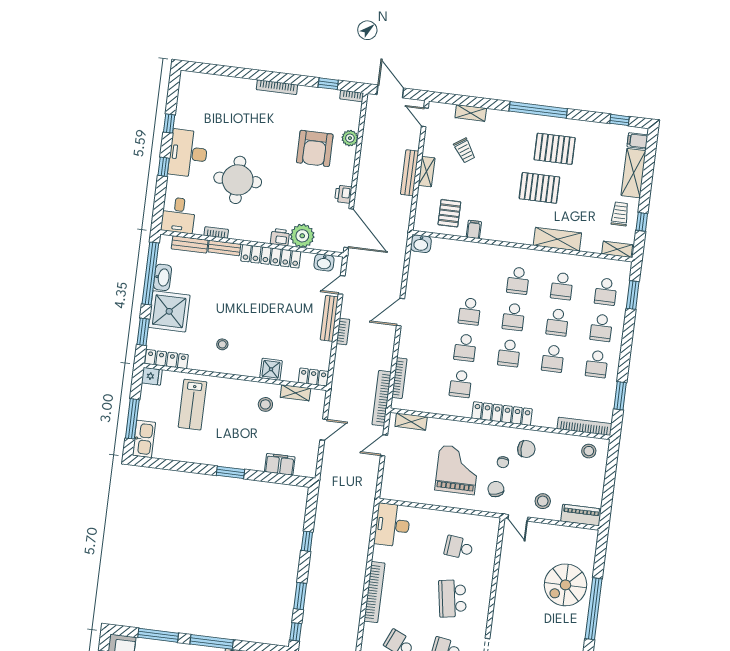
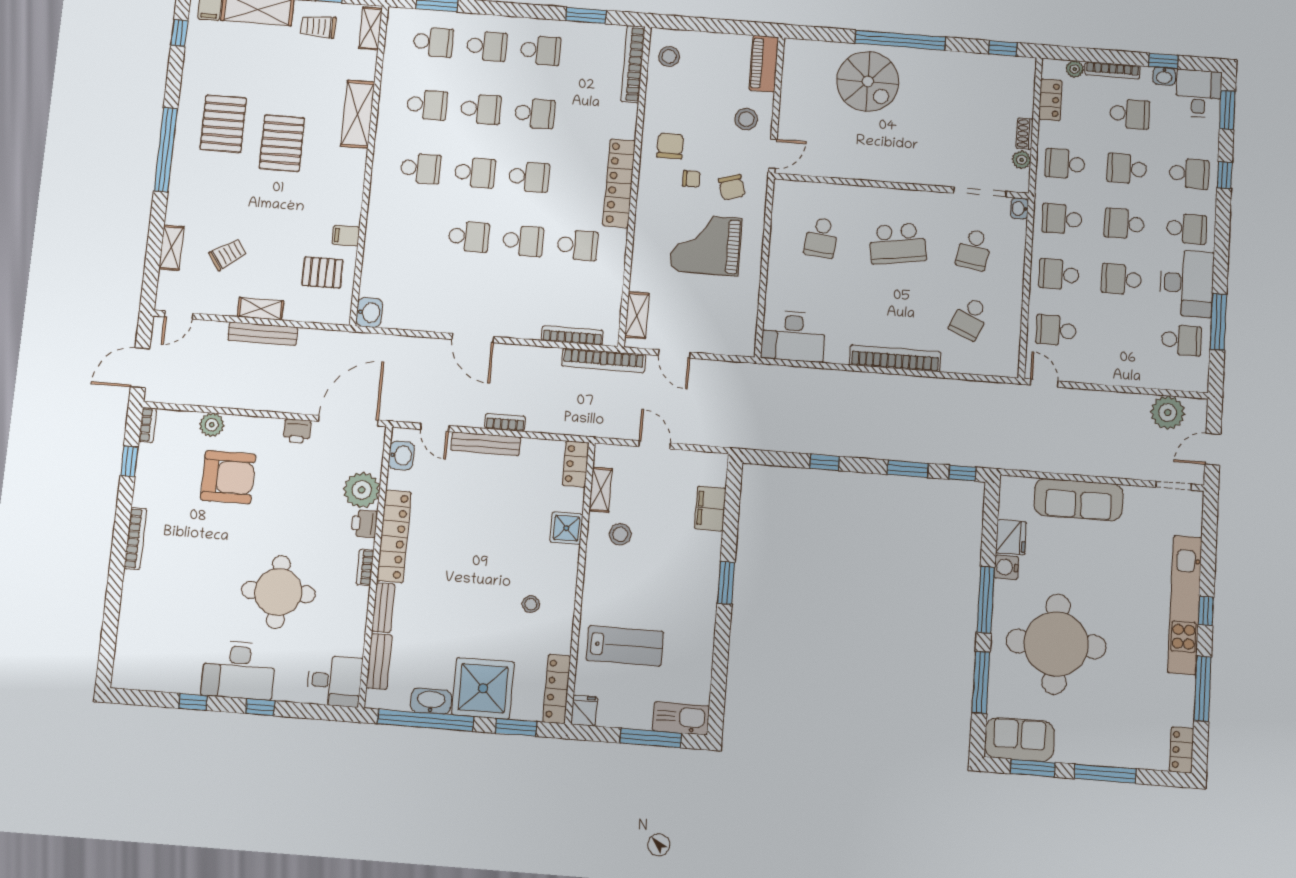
bookcase: (216, 232) -> (365, 567), moved
chair: (496, 489) -> (732, 187), turned -89

